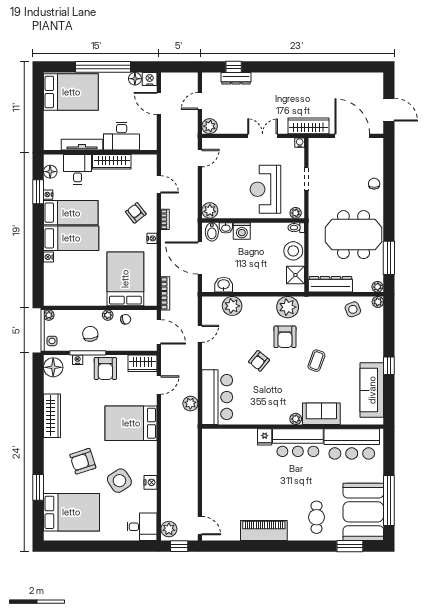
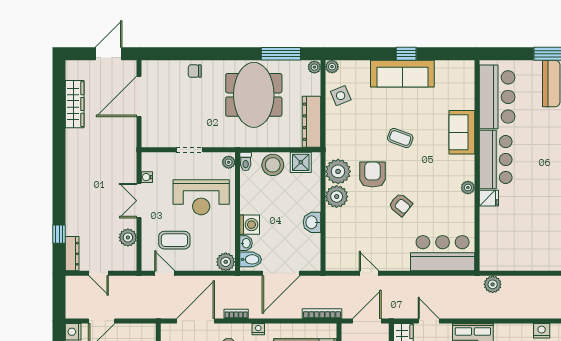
dresser: (236, 78) -> (72, 254), moved
plant: (210, 126) -> (128, 237), moved
wardrobe: (309, 126) -> (75, 104), moved, turned 180
water cooler: (300, 143) -> (147, 177), moved
coffee table: (228, 166) -> (174, 240), added
door: (159, 184) -> (195, 321), width x1.87
washbasin: (224, 285) -> (312, 222), moved
plant: (232, 306) -> (337, 197), moved
armchair: (285, 337) -> (373, 175), turned -90
sofa: (372, 390) -> (402, 74), moved
plant: (190, 404) -> (493, 284), moved
plant: (296, 419) -> (468, 188), moved

